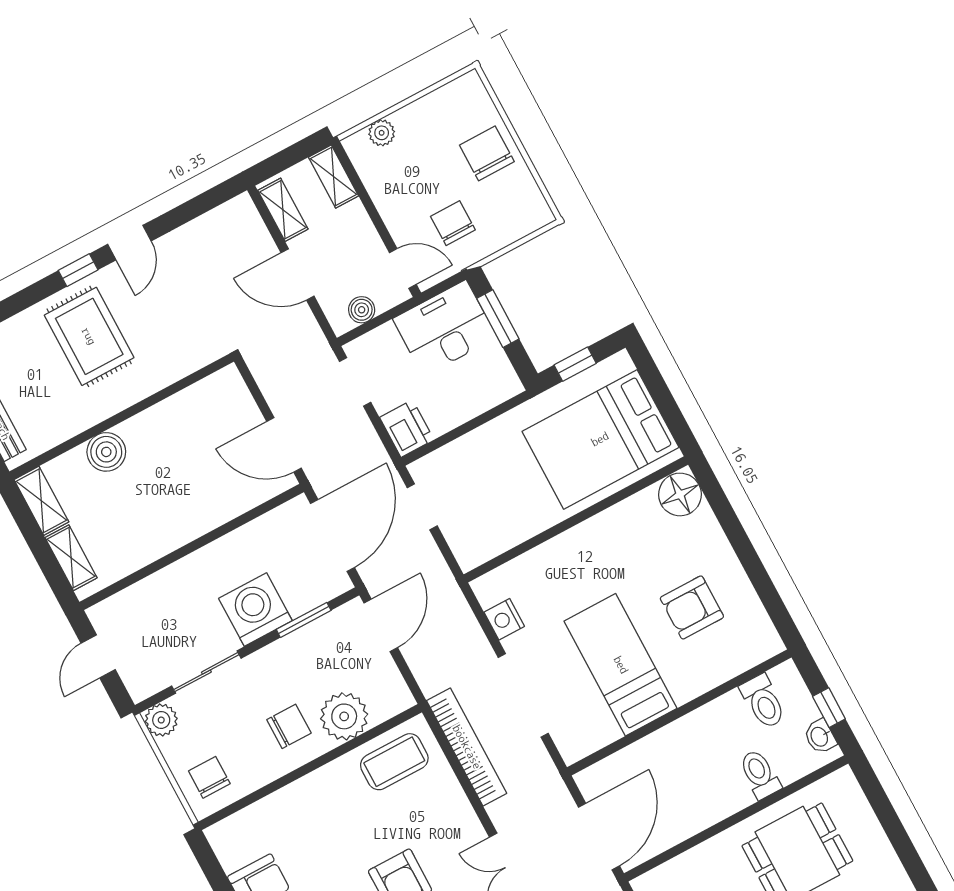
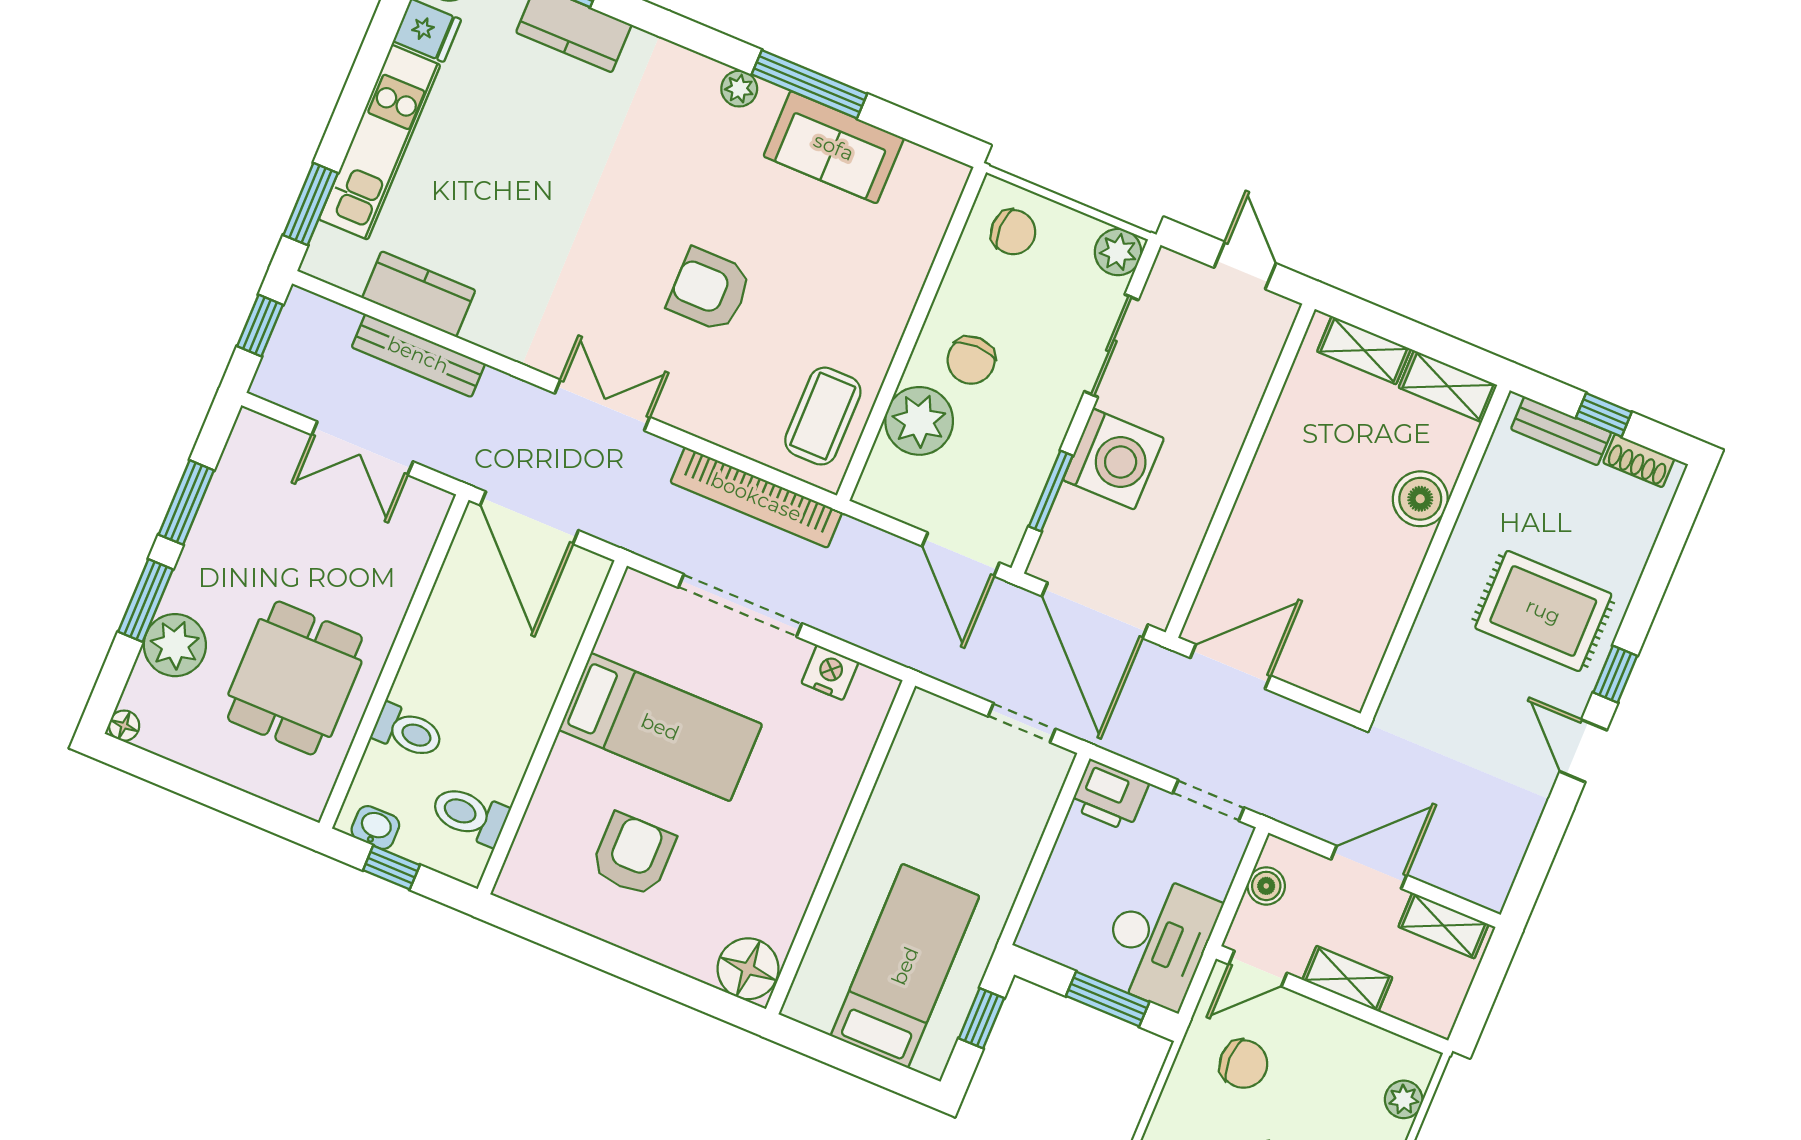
shelving: (333, 177) -> (1347, 979), moved
bed: (600, 439) -> (905, 966), width x0.67

